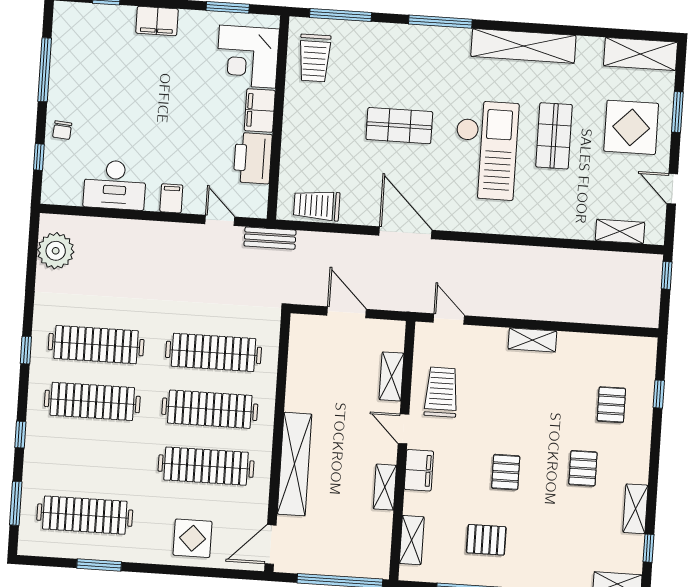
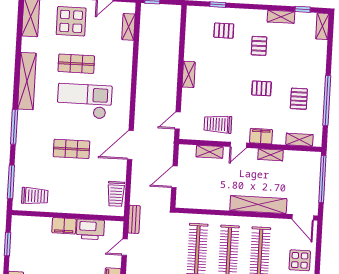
corner desk: (248, 57) -> (34, 233), removed
shop shelf: (399, 126) -> (71, 149), turned 90
pallet: (583, 468) -> (259, 46), turned 90

